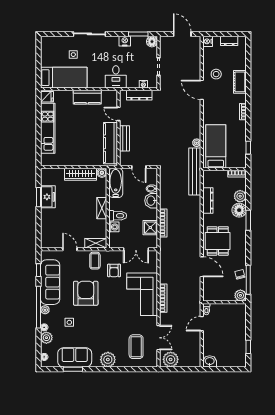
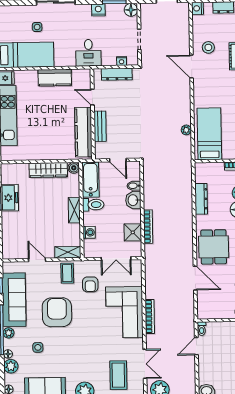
bench: (195, 171) -> (185, 164), removed
toilet: (118, 216) -> (93, 205), moved

